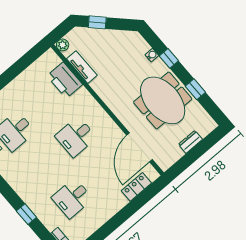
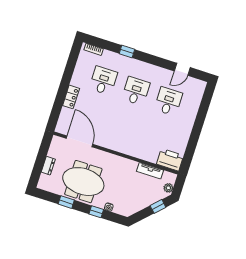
plant: (63, 45) -> (168, 188), moved
printer: (65, 80) -> (170, 160), moved
desk: (76, 137) -> (136, 91), moved
locker: (136, 187) -> (71, 97), moved

